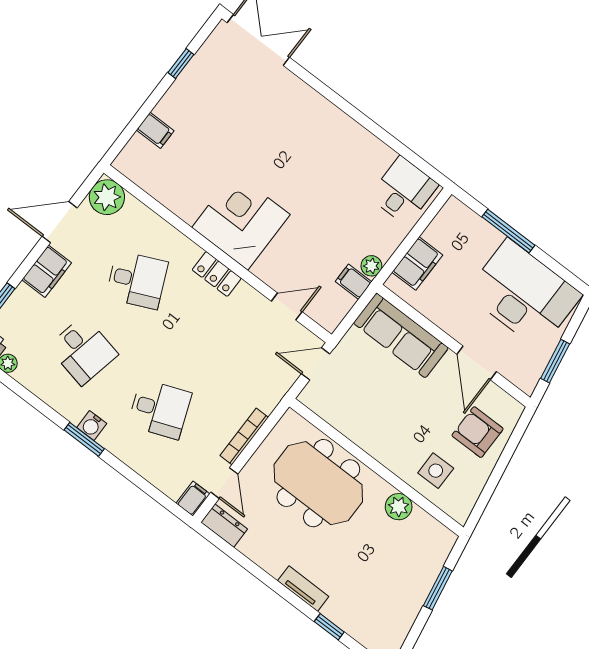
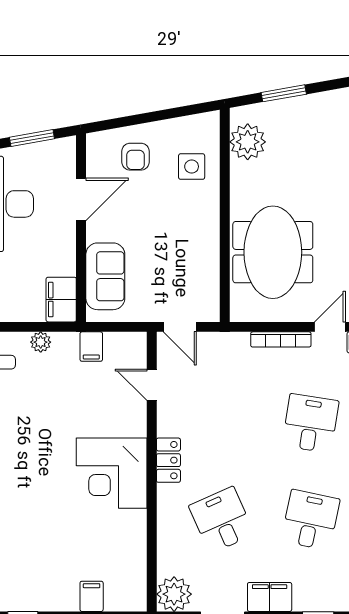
filing cabinet: (417, 264) -> (61, 300), moved, turned -90
plant: (371, 266) -> (41, 342), moved
sofa: (401, 335) -> (105, 276), width x0.73
desk: (160, 409) -> (310, 423), turned 30
armchair: (478, 432) -> (135, 157), width x0.72, depth x0.72
plant: (399, 507) -> (248, 142), moved, width x1.36, depth x1.36

